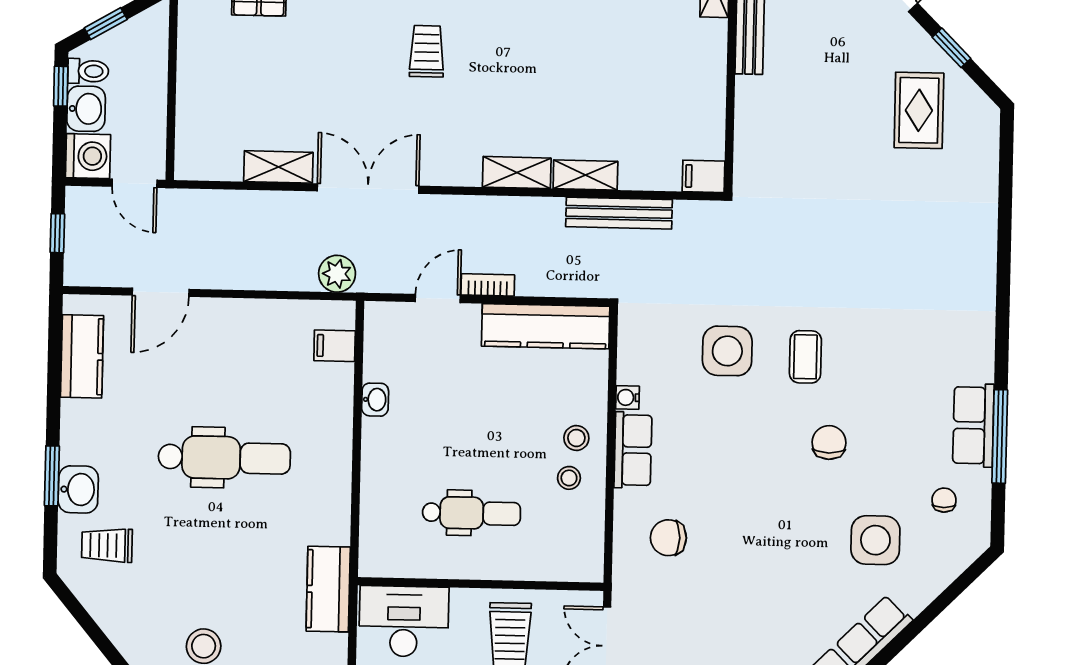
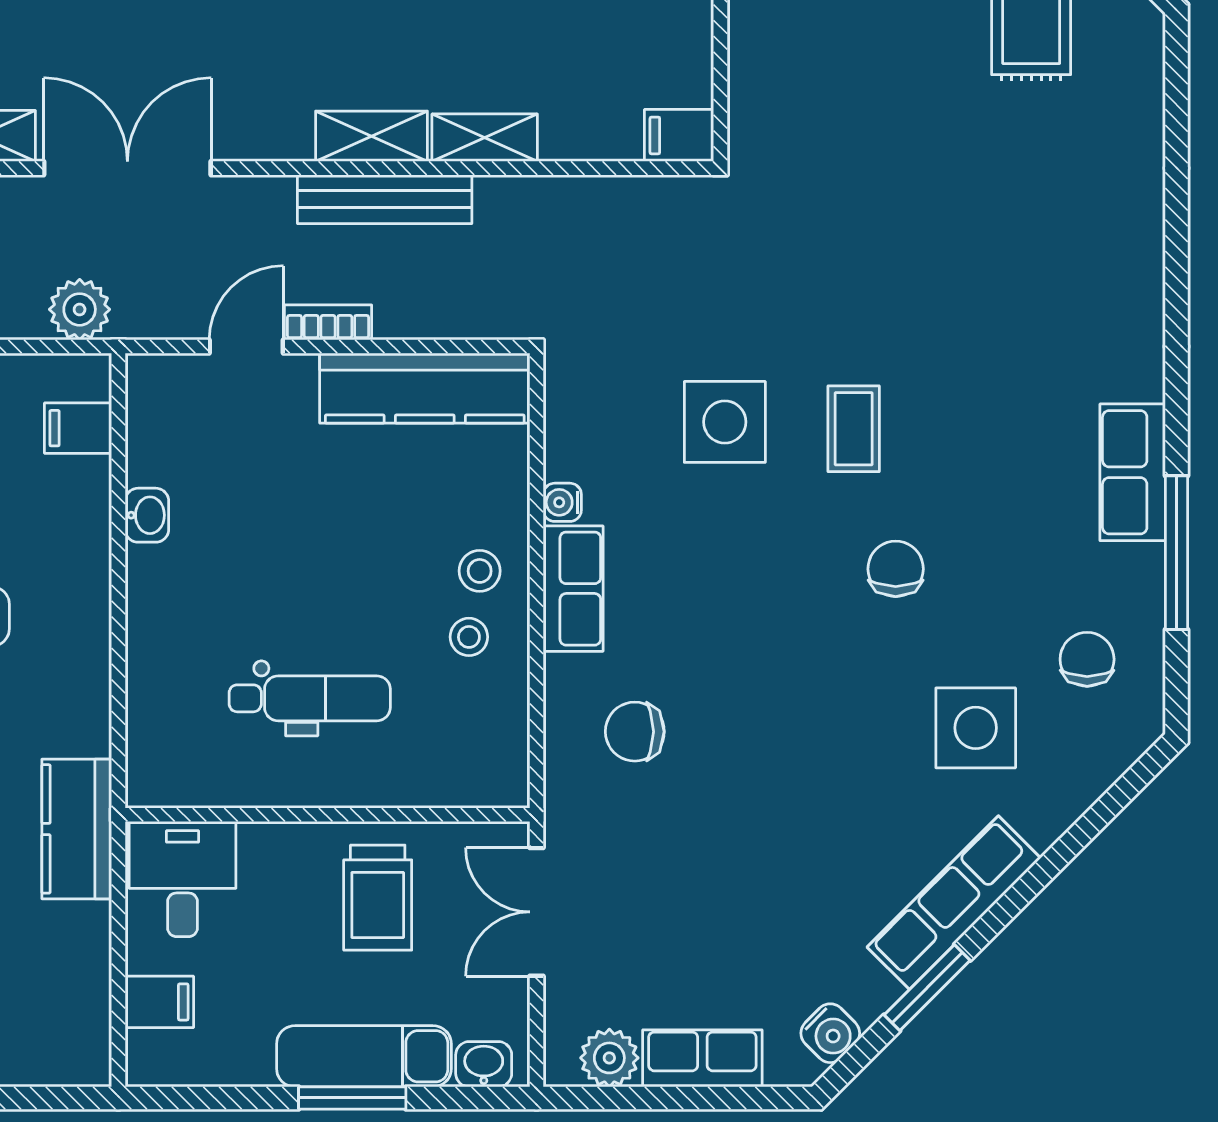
bench: (619, 213) -> (385, 199), moved
row of seats: (973, 425) -> (1133, 472), moved
chair: (944, 500) -> (1087, 659), width x1.37, depth x1.37
desk: (404, 621) -> (183, 879), width x0.73

